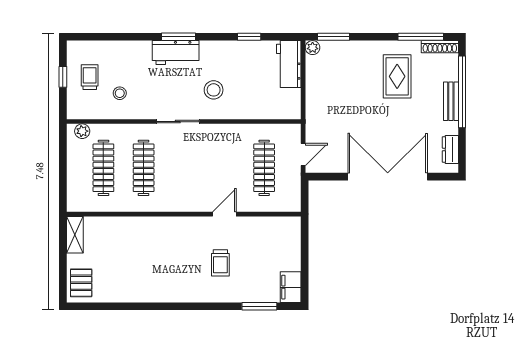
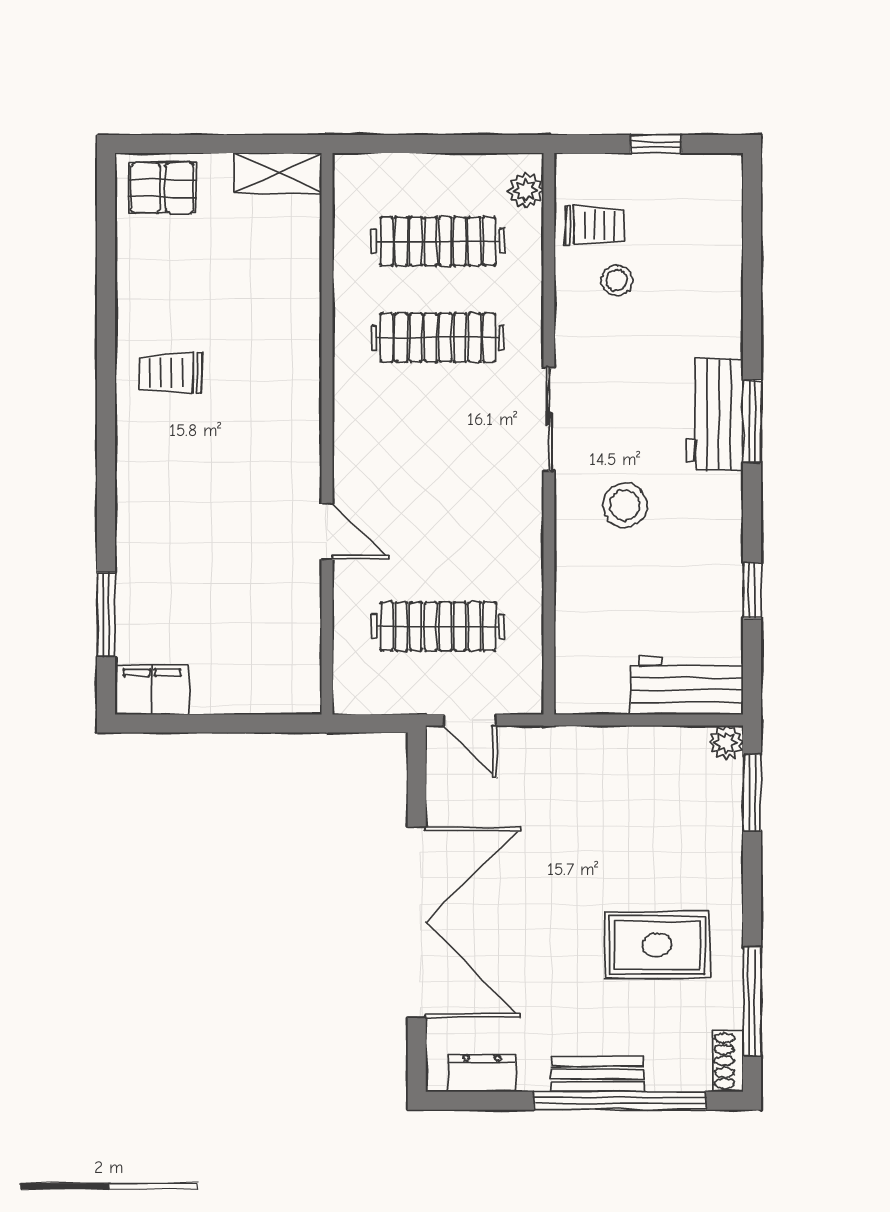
shoe rack: (440, 47) -> (728, 1061), width x0.70
trolley: (90, 77) -> (595, 225), moved
trolley: (220, 263) -> (170, 373), moved

